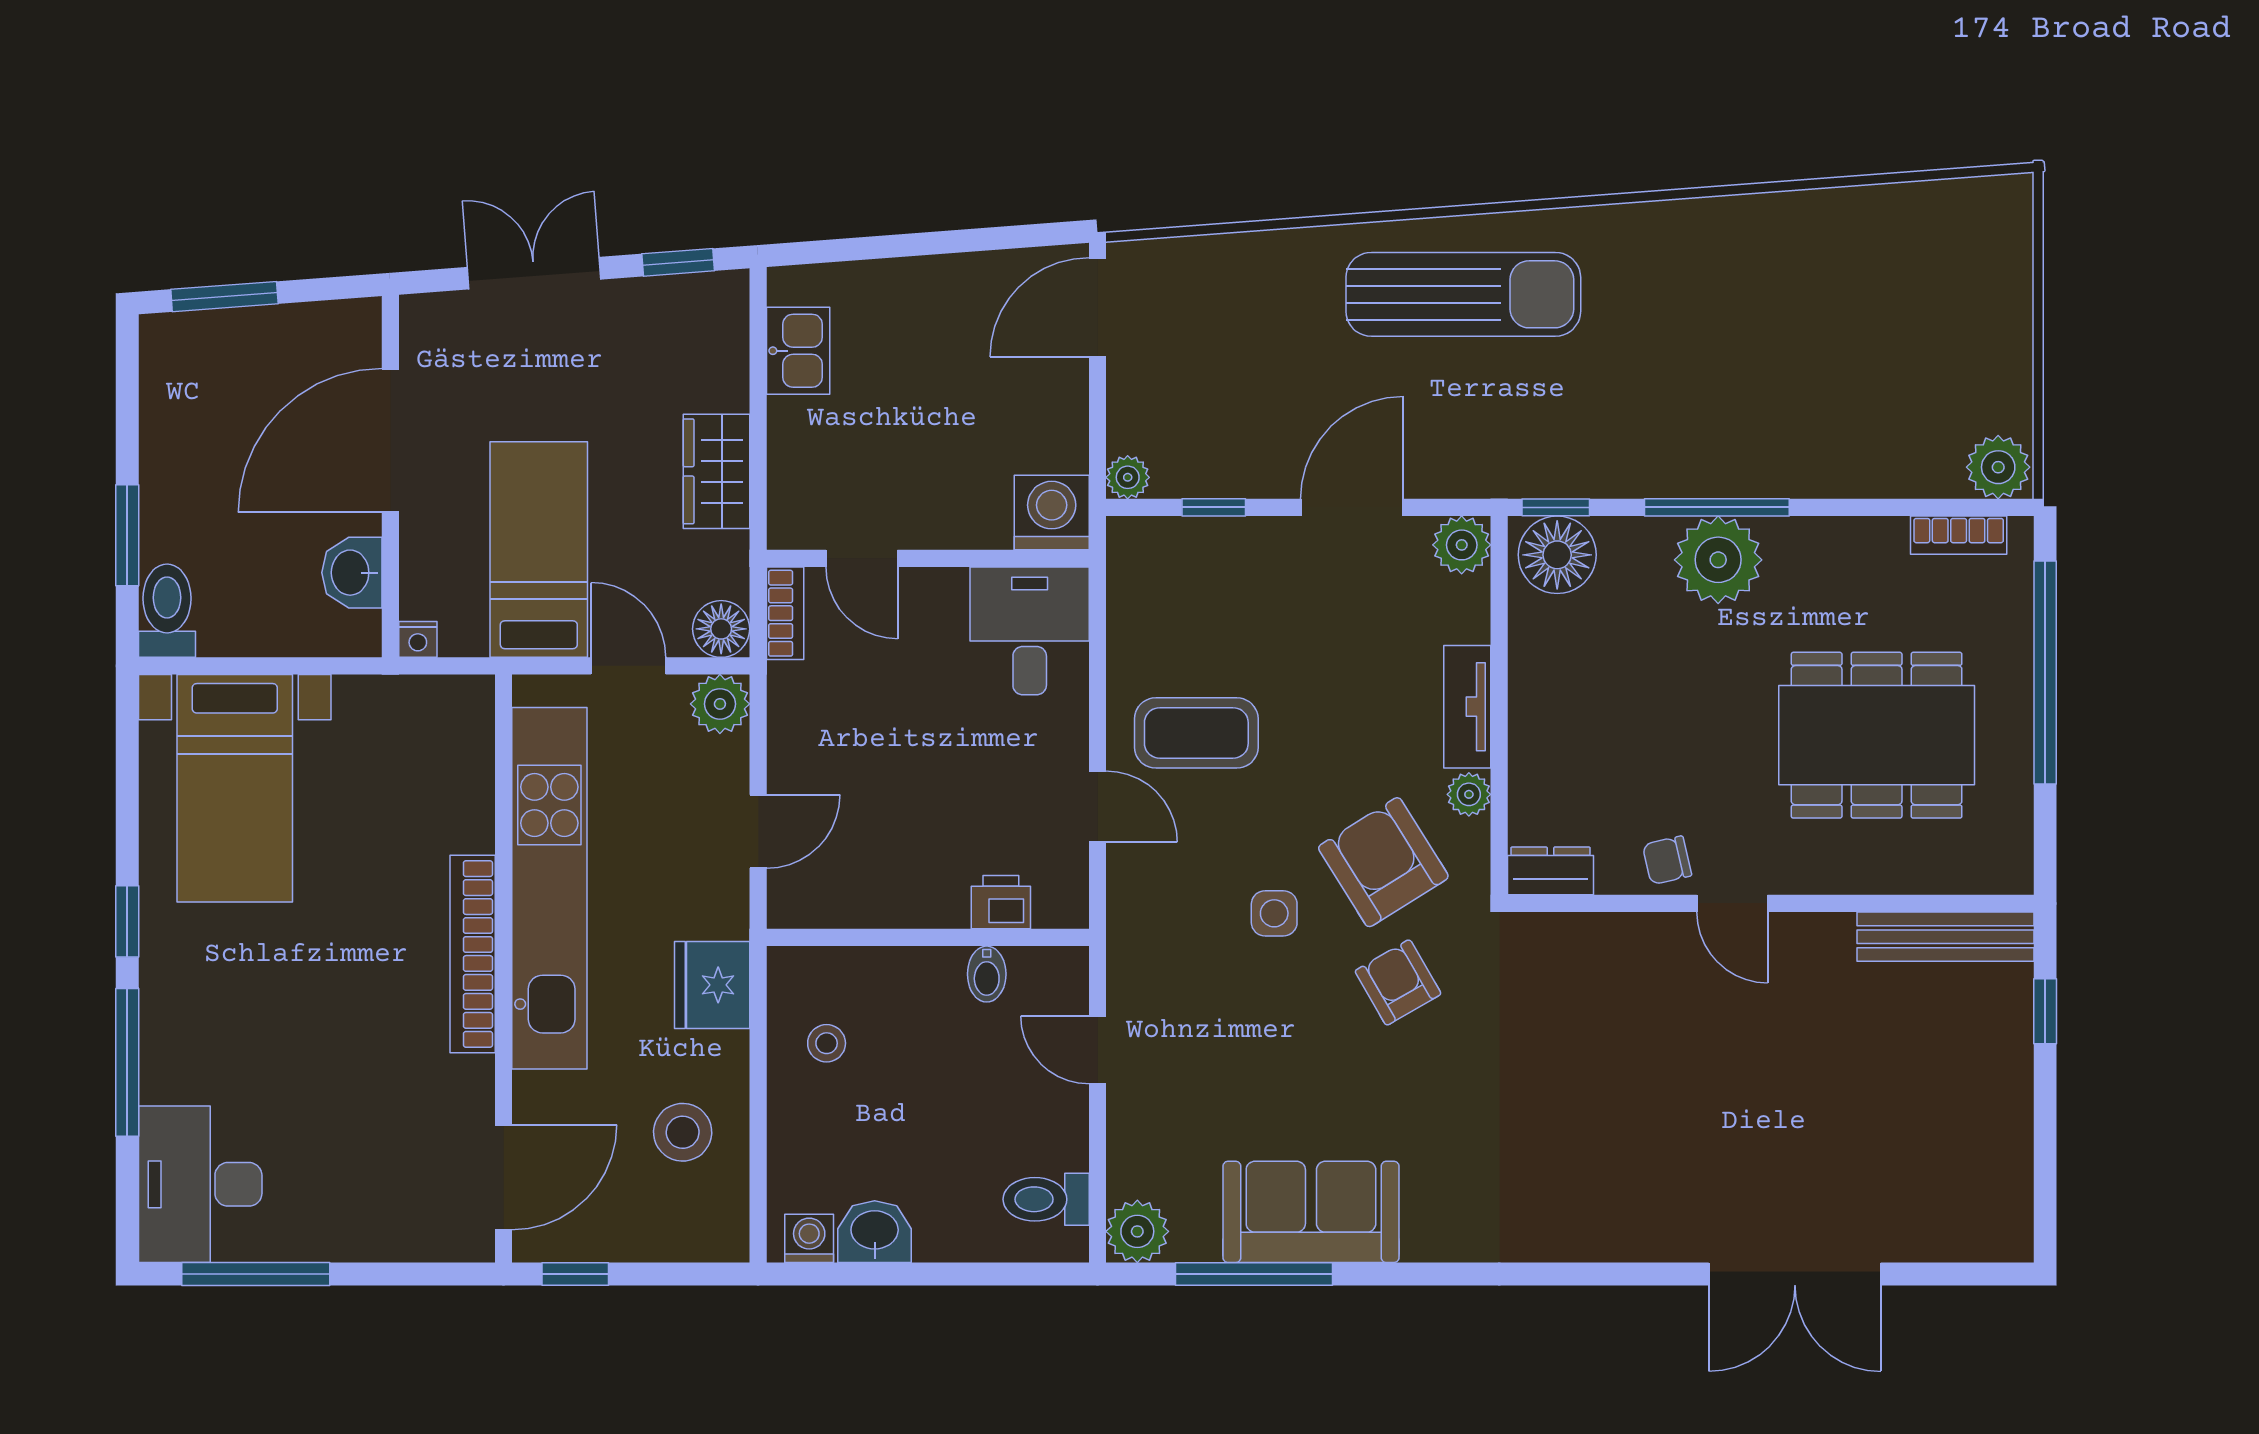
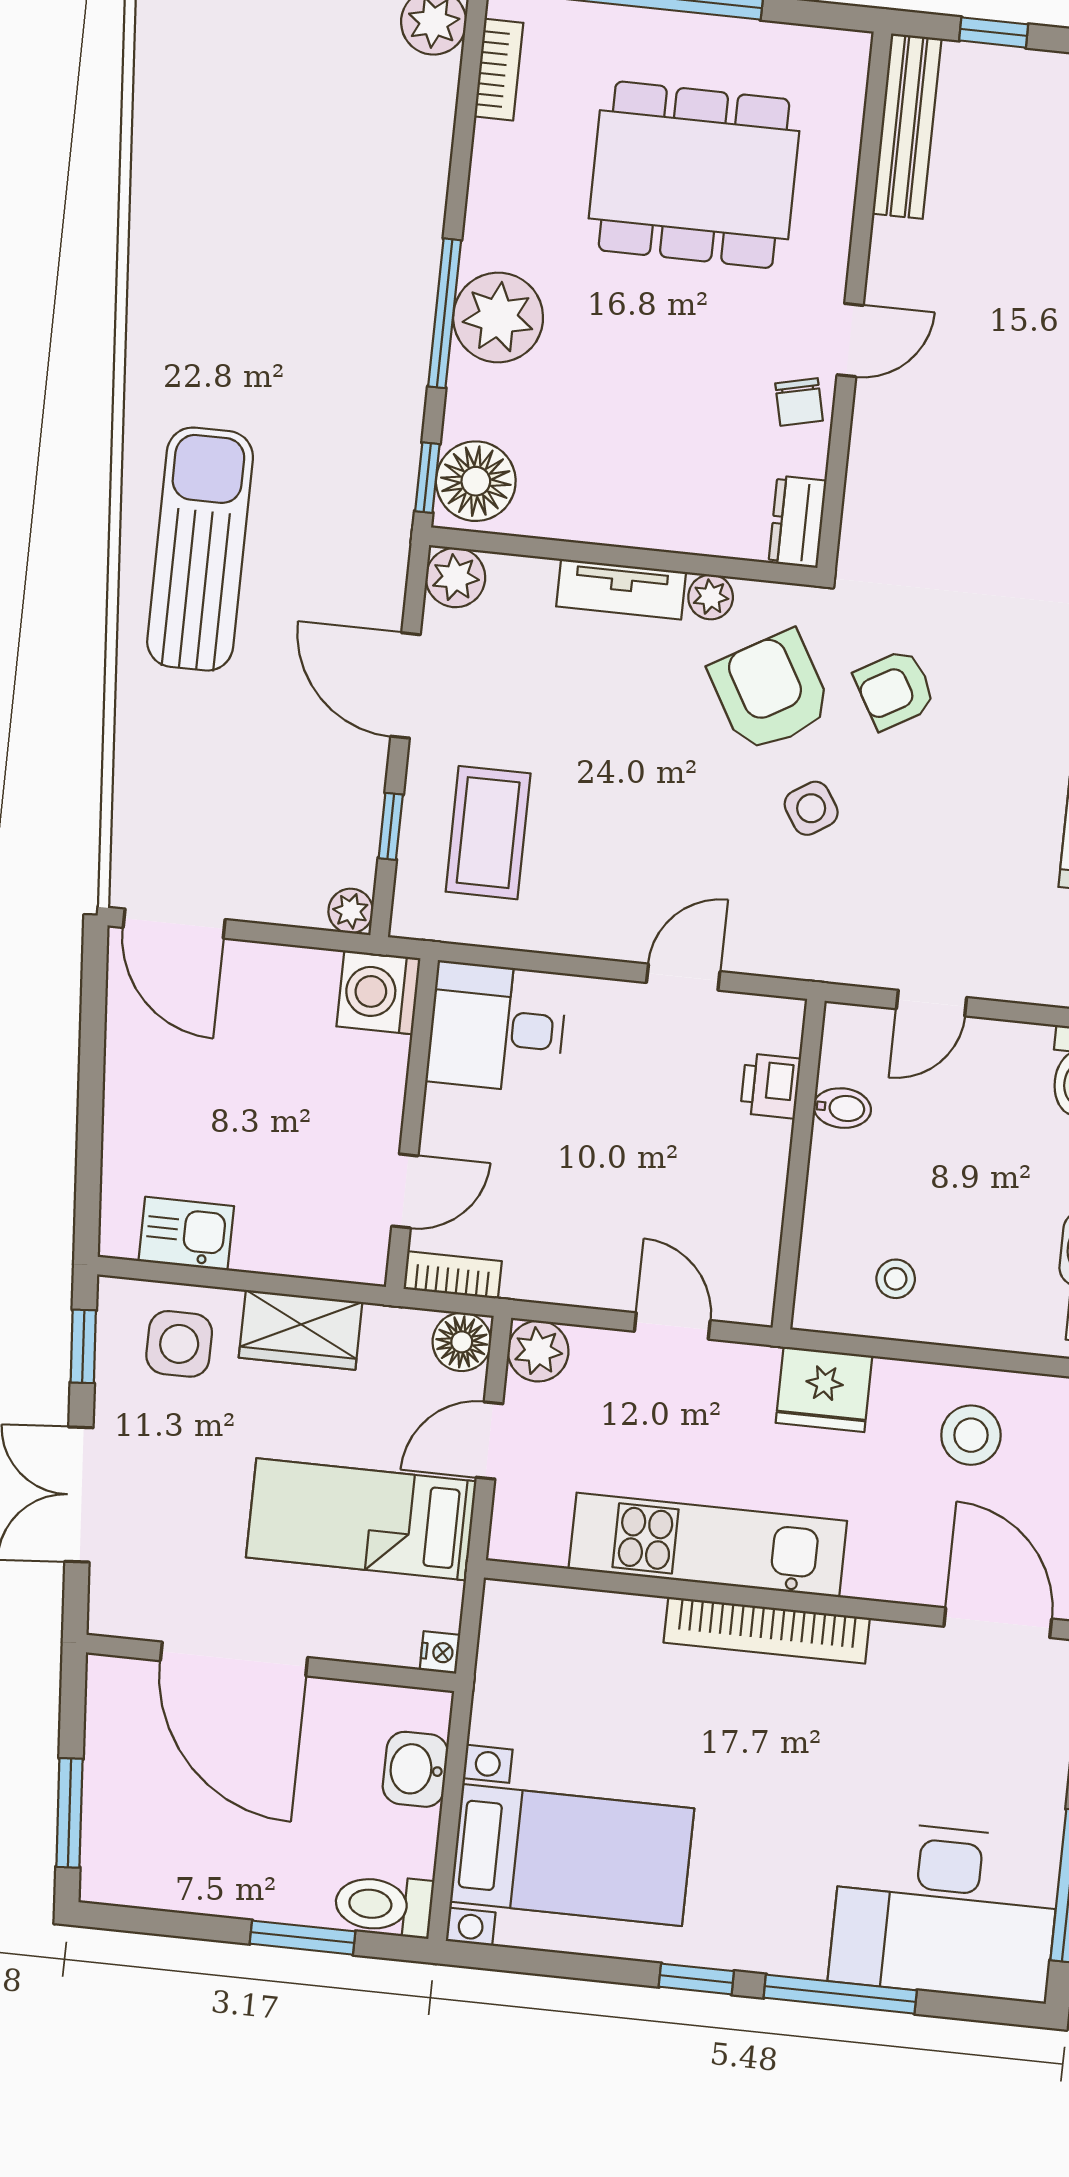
side table: (690, 355) -> (179, 1344), added
washbasin: (352, 573) -> (415, 1769), moved, turned 90
coffee table: (1196, 733) -> (488, 833), moved
dining table: (1877, 735) -> (694, 175), turned 90
armchair: (1383, 862) -> (771, 691), turned 92
kitchen unit: (549, 888) -> (708, 1545), width x0.73
side table: (1274, 913) -> (811, 808), turned -33
desk: (200, 1184) -> (945, 1911), width x1.36, depth x1.30

